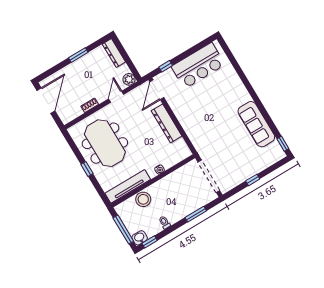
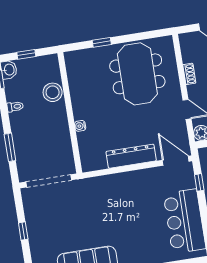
meeting table: (105, 143) -> (137, 74), turned 90
window: (87, 169) -> (102, 42), moved
tv unit: (128, 186) -> (75, 80), removed
window: (123, 230) -> (26, 54), width x0.46

